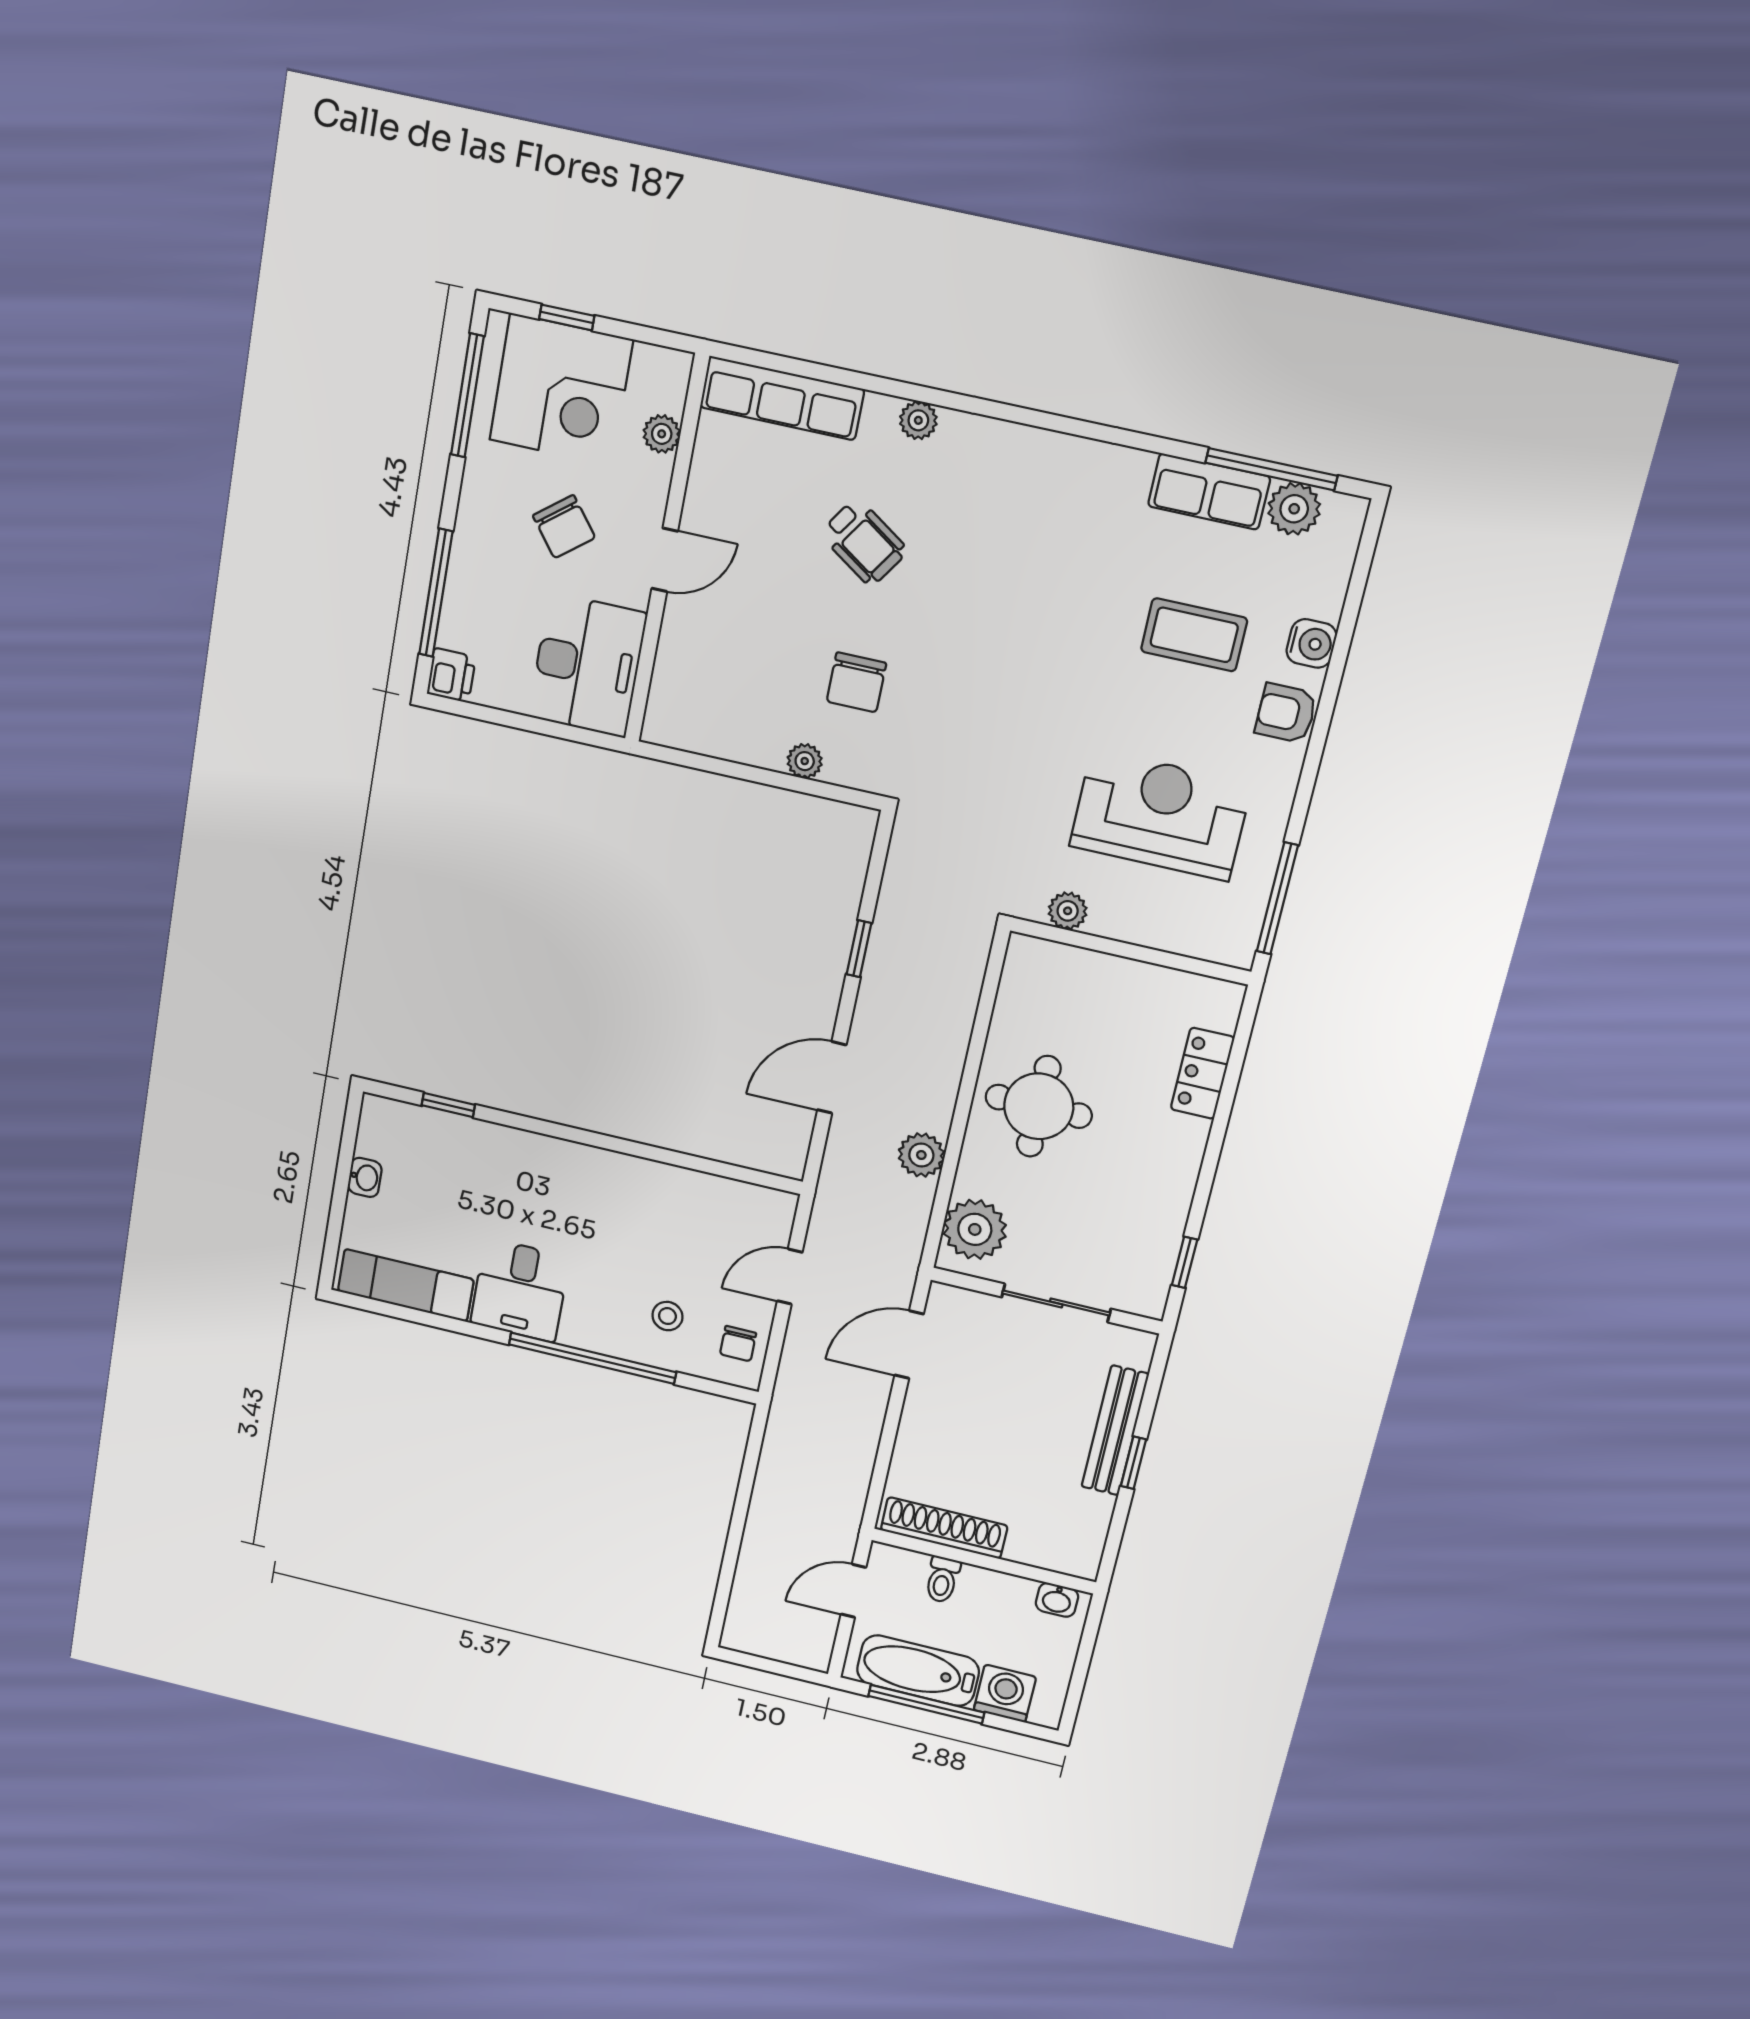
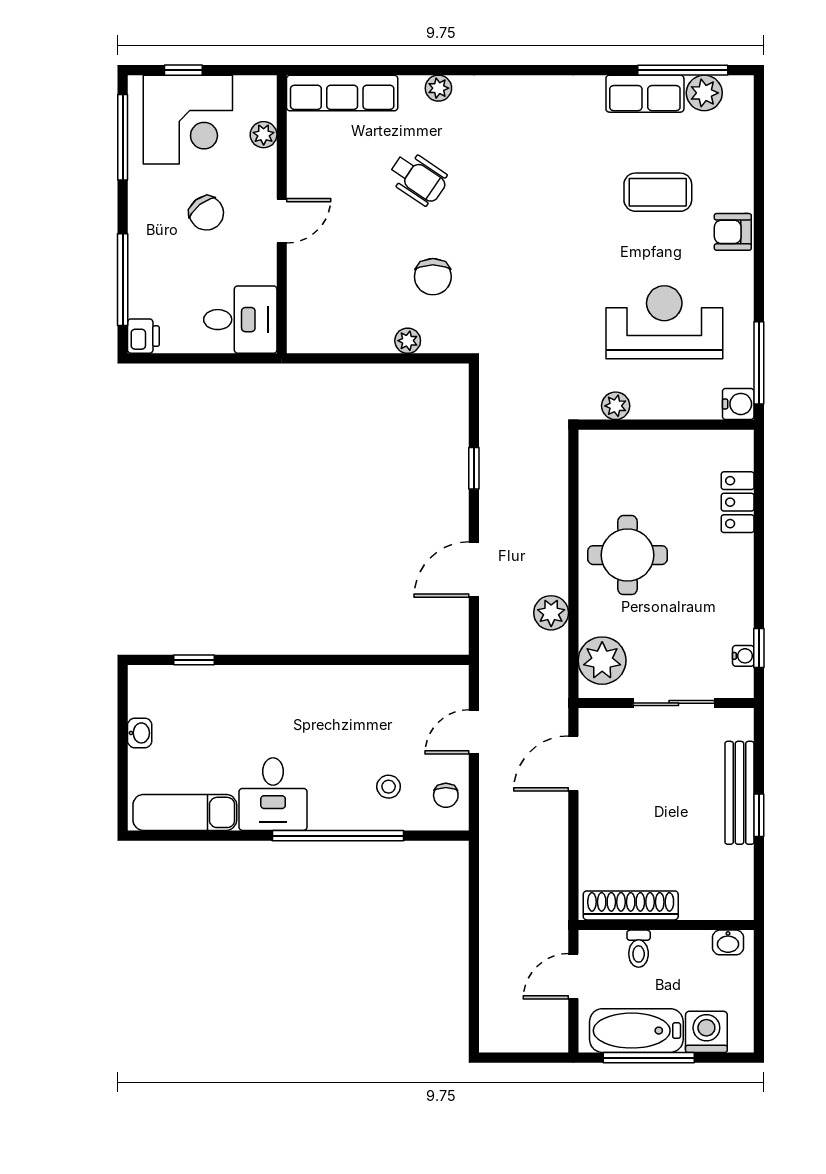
water cooler: (1311, 643) -> (738, 404), moved
desk: (587, 665) -> (240, 320), width x0.73
water cooler: (1162, 1267) -> (743, 656), added

